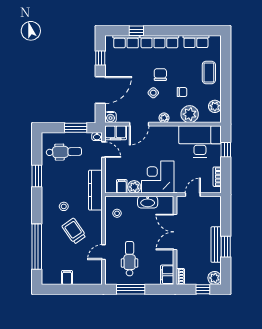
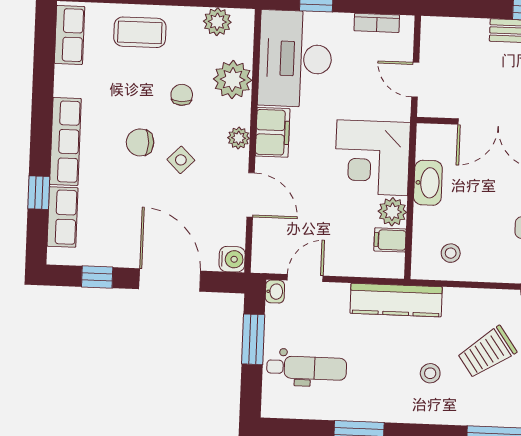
row of seats: (196, 42) -> (70, 35), moved
filing cabinet: (116, 133) -> (273, 132), moved
dental chair: (64, 152) -> (307, 368), turned 92

